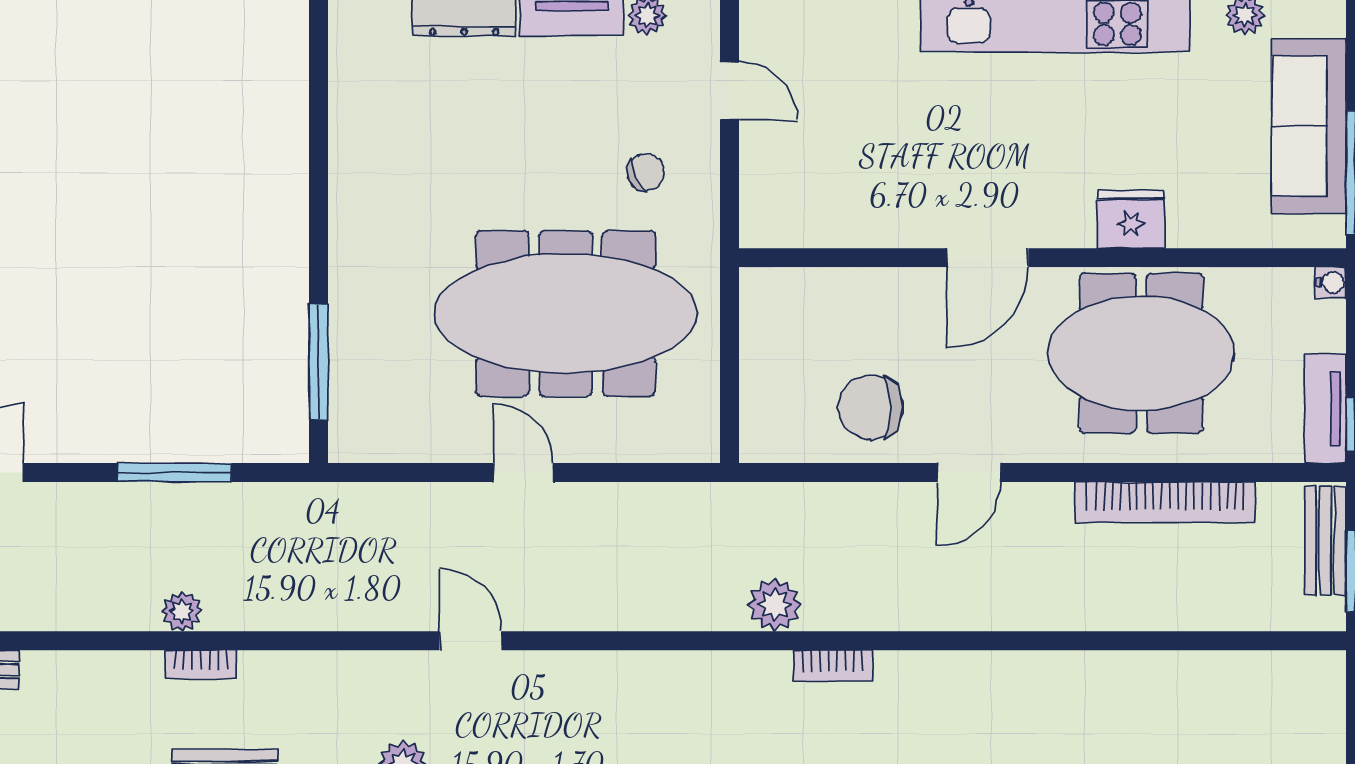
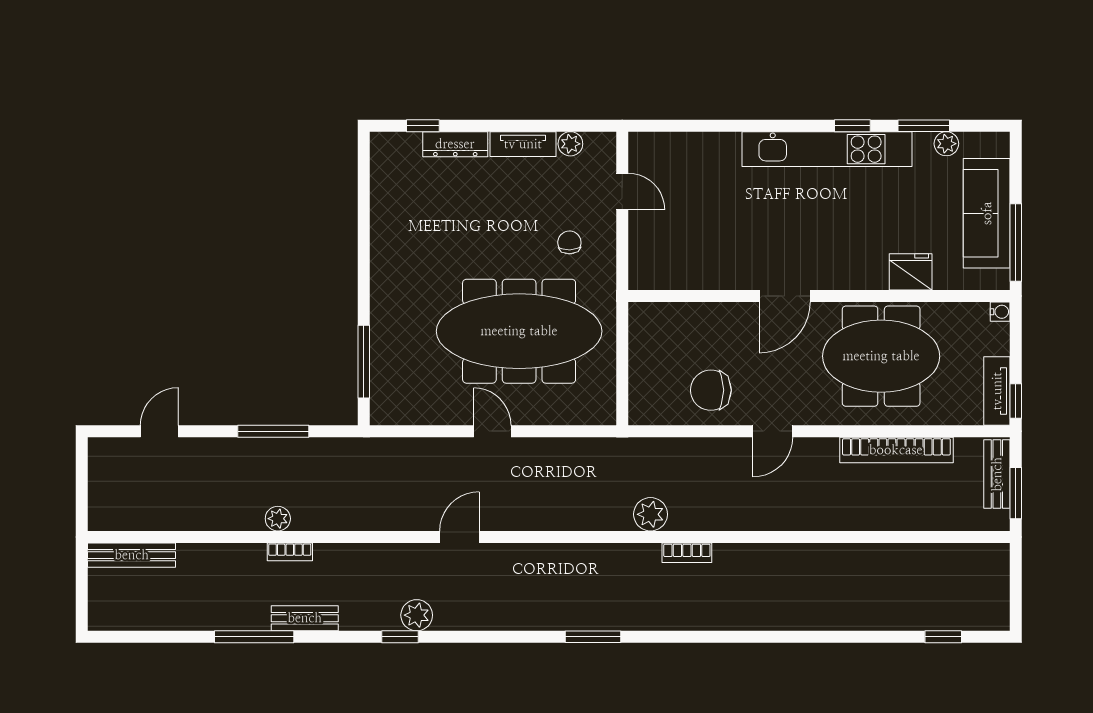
chair: (646, 172) -> (569, 242), turned -67
fridge: (1131, 219) -> (911, 272), moved
door: (471, 641) -> (459, 537), hinge flipped

